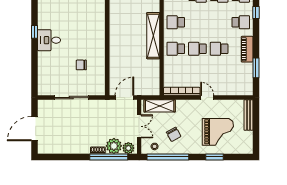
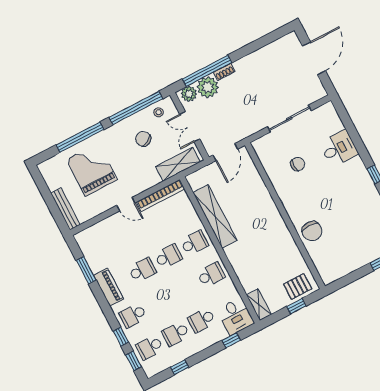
chair: (95, 16) -> (312, 231), added
shelving: (153, 36) -> (215, 216), moved
desk: (49, 40) -> (339, 148), moved
grand piano: (218, 132) -> (92, 169), turned 90
window: (214, 157) -> (80, 137), width x2.11

